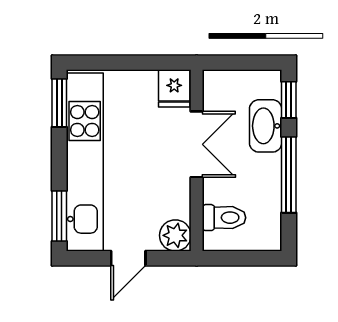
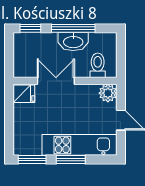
washbasin: (266, 126) -> (73, 42), moved
kitchen unit: (85, 162) -> (79, 145), width x0.73
window: (59, 216) -> (71, 159), moved

